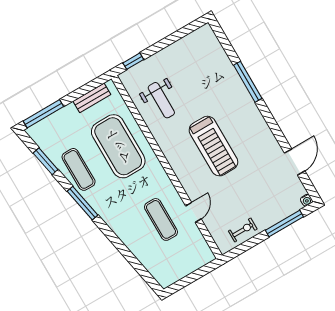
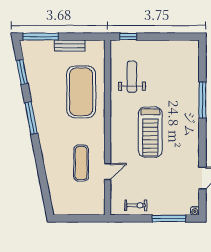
bench: (92, 98) -> (70, 46), moved
weight bench: (161, 100) -> (132, 77), turned 180
exercise mat: (79, 169) -> (43, 92), removed

